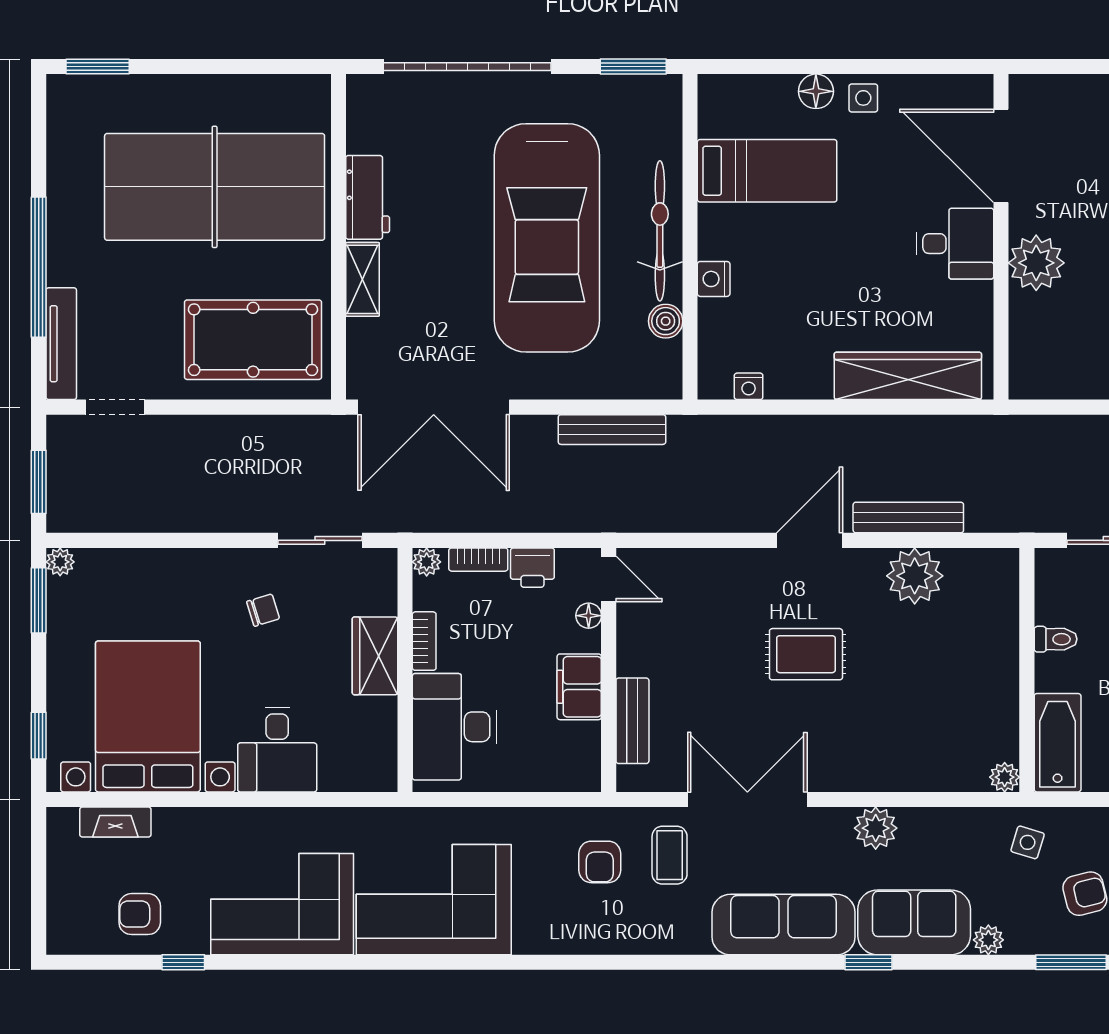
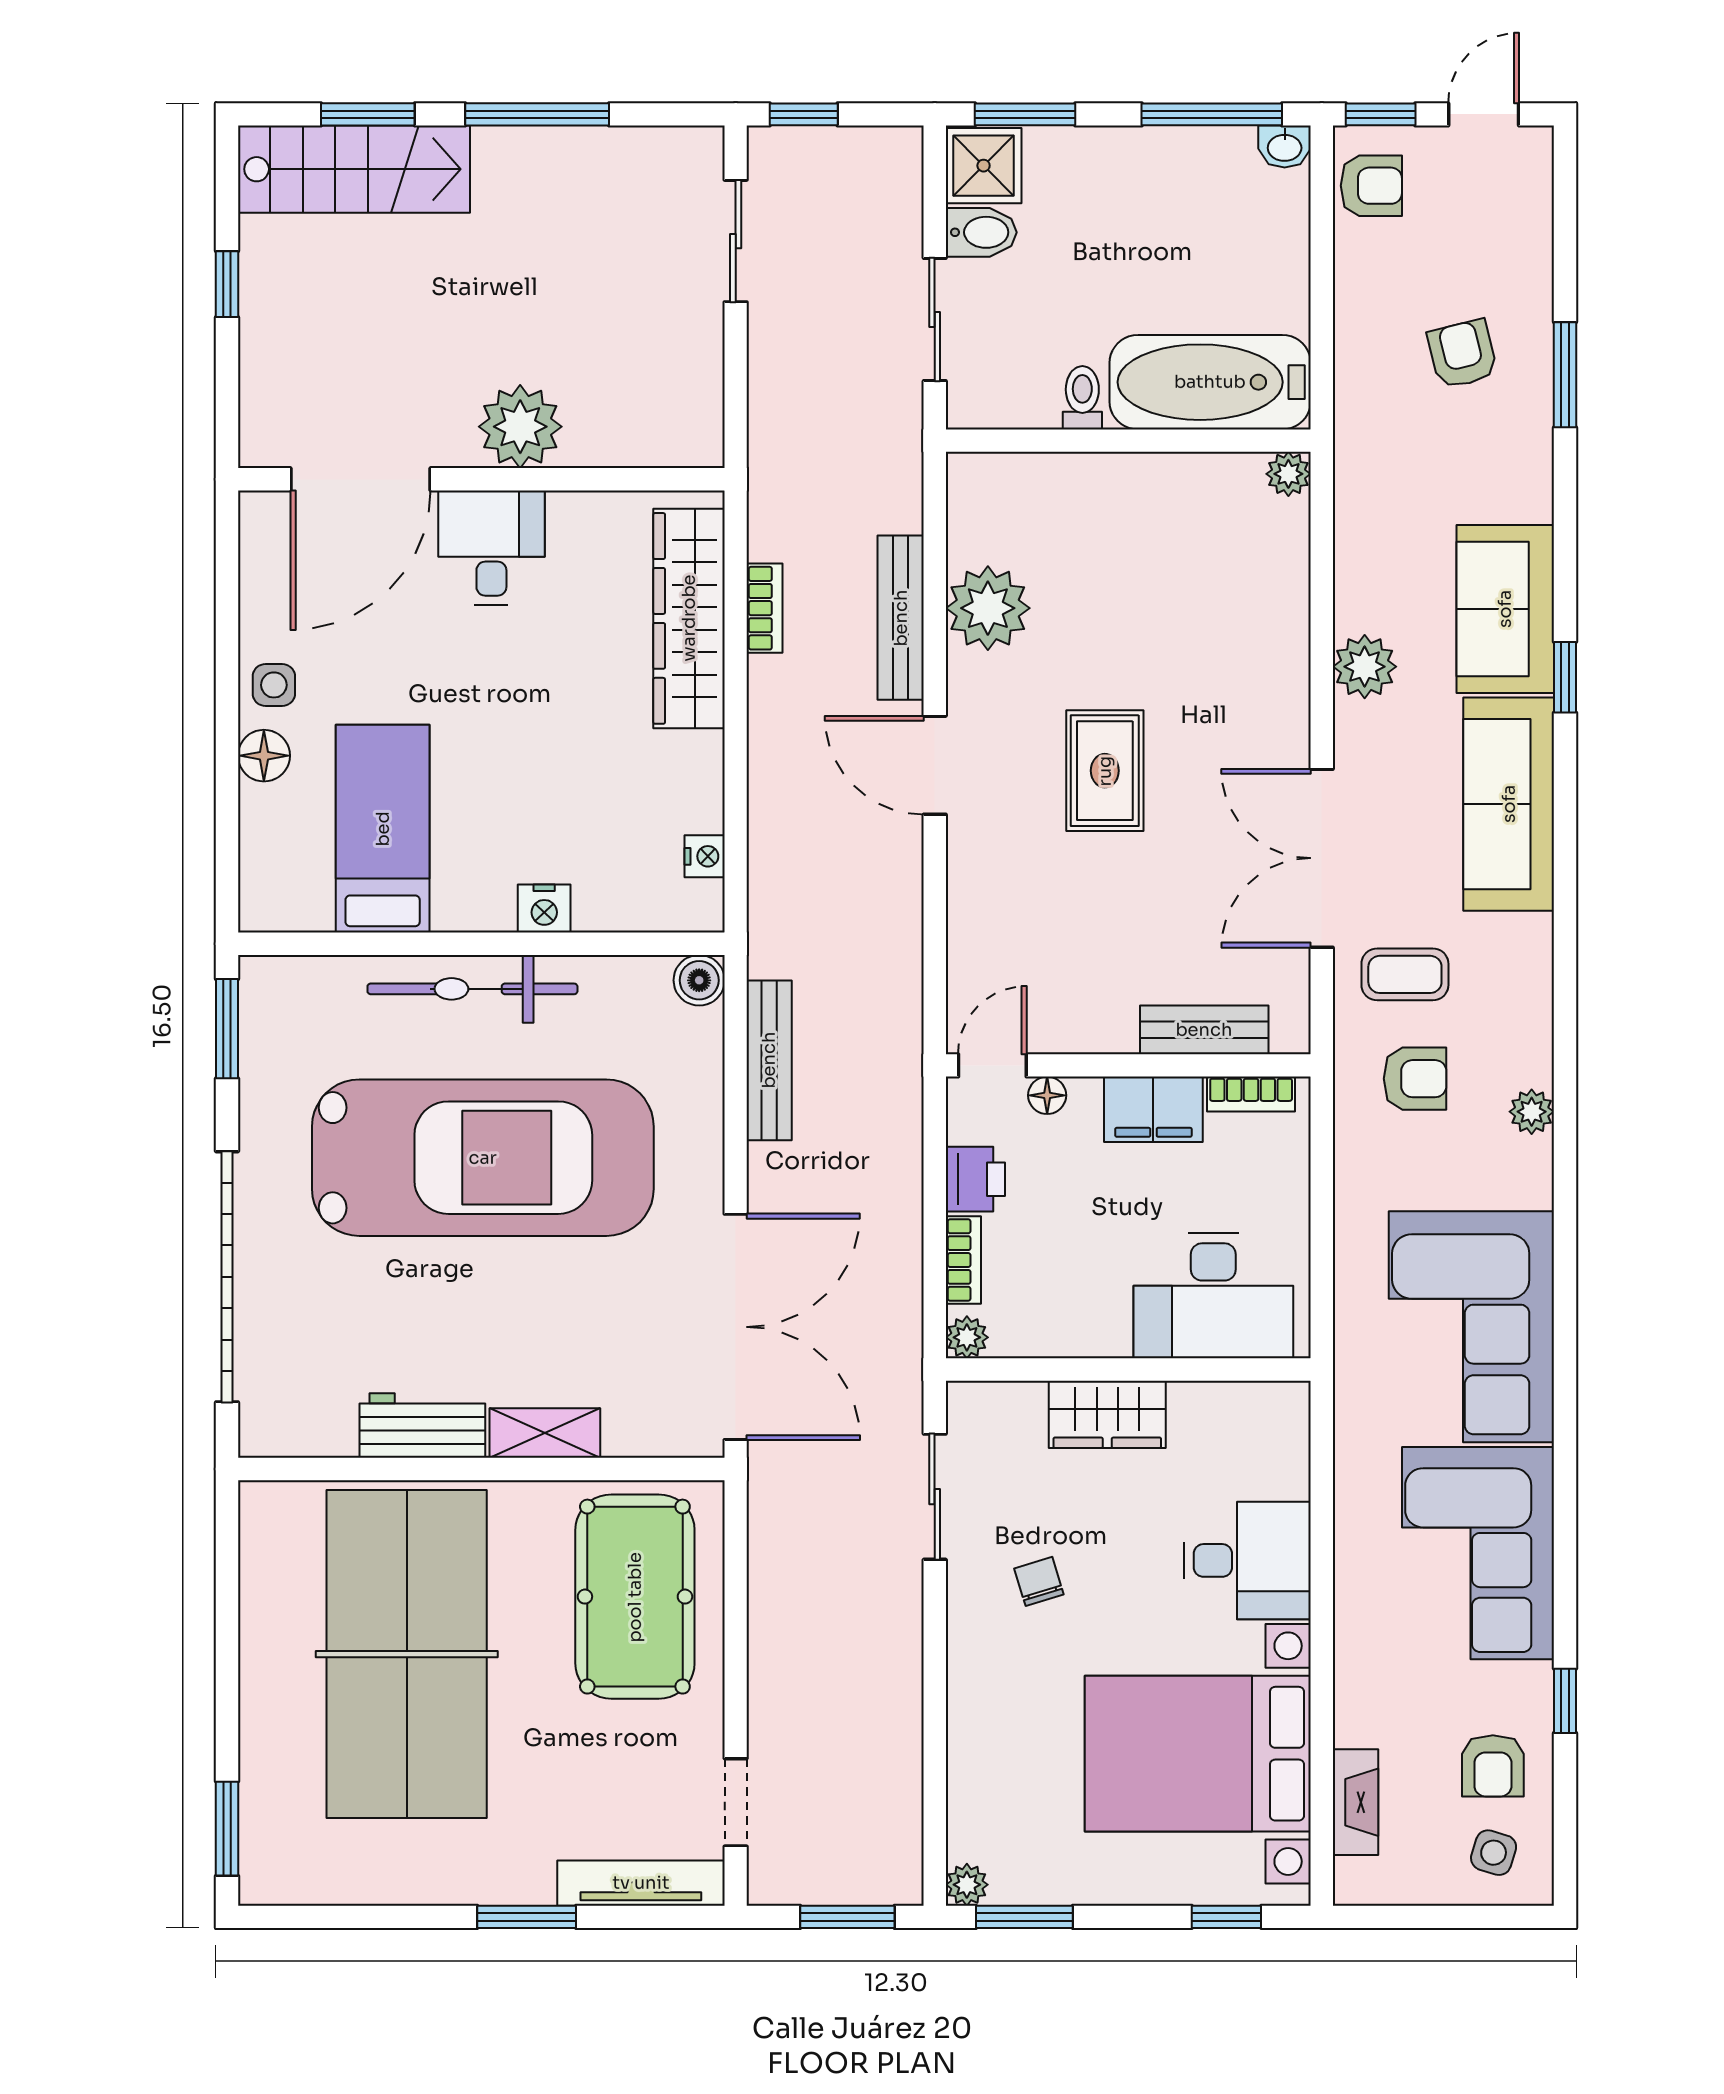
window: (39, 267) -> (527, 1917), width x0.47
boiler: (666, 321) -> (699, 980), moved
bookcase: (915, 426) -> (765, 608), added
bookcase: (424, 641) -> (1251, 1094), moved, turned 180
bathtub: (1058, 743) -> (1210, 382), width x1.36, depth x1.36
side table: (1028, 842) -> (1494, 1853), moved
plant: (988, 940) -> (1532, 1112), moved

